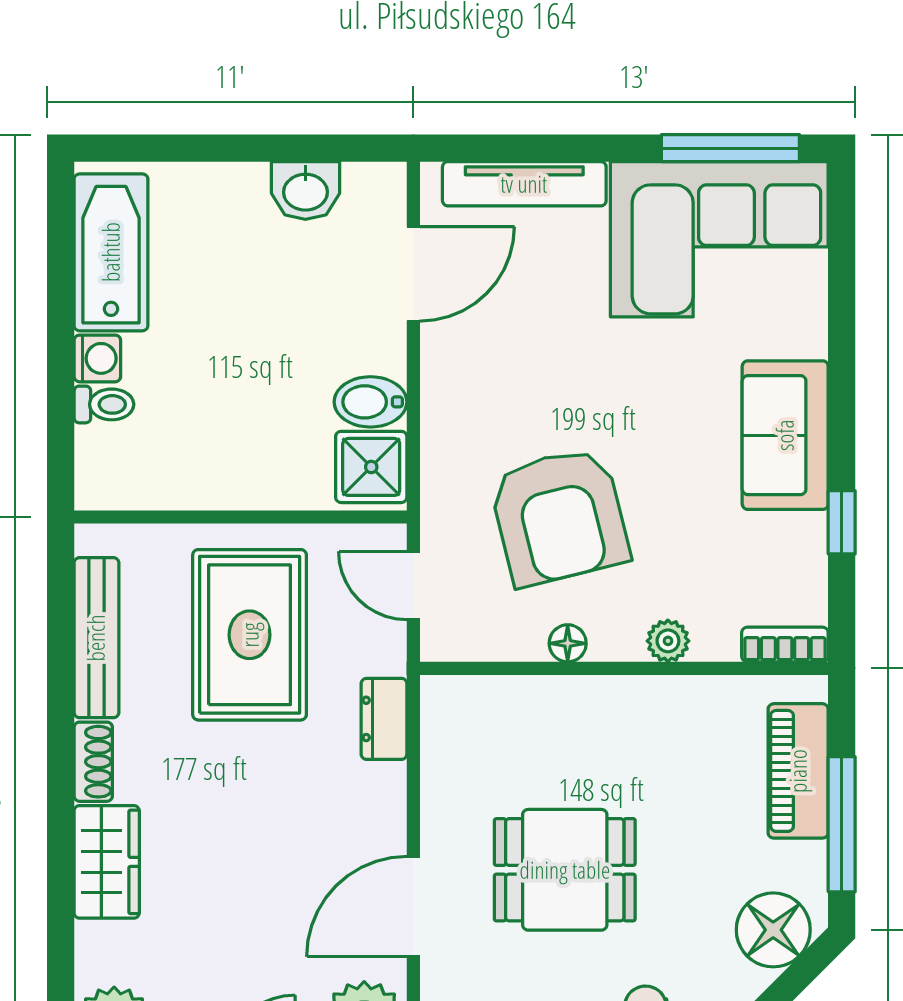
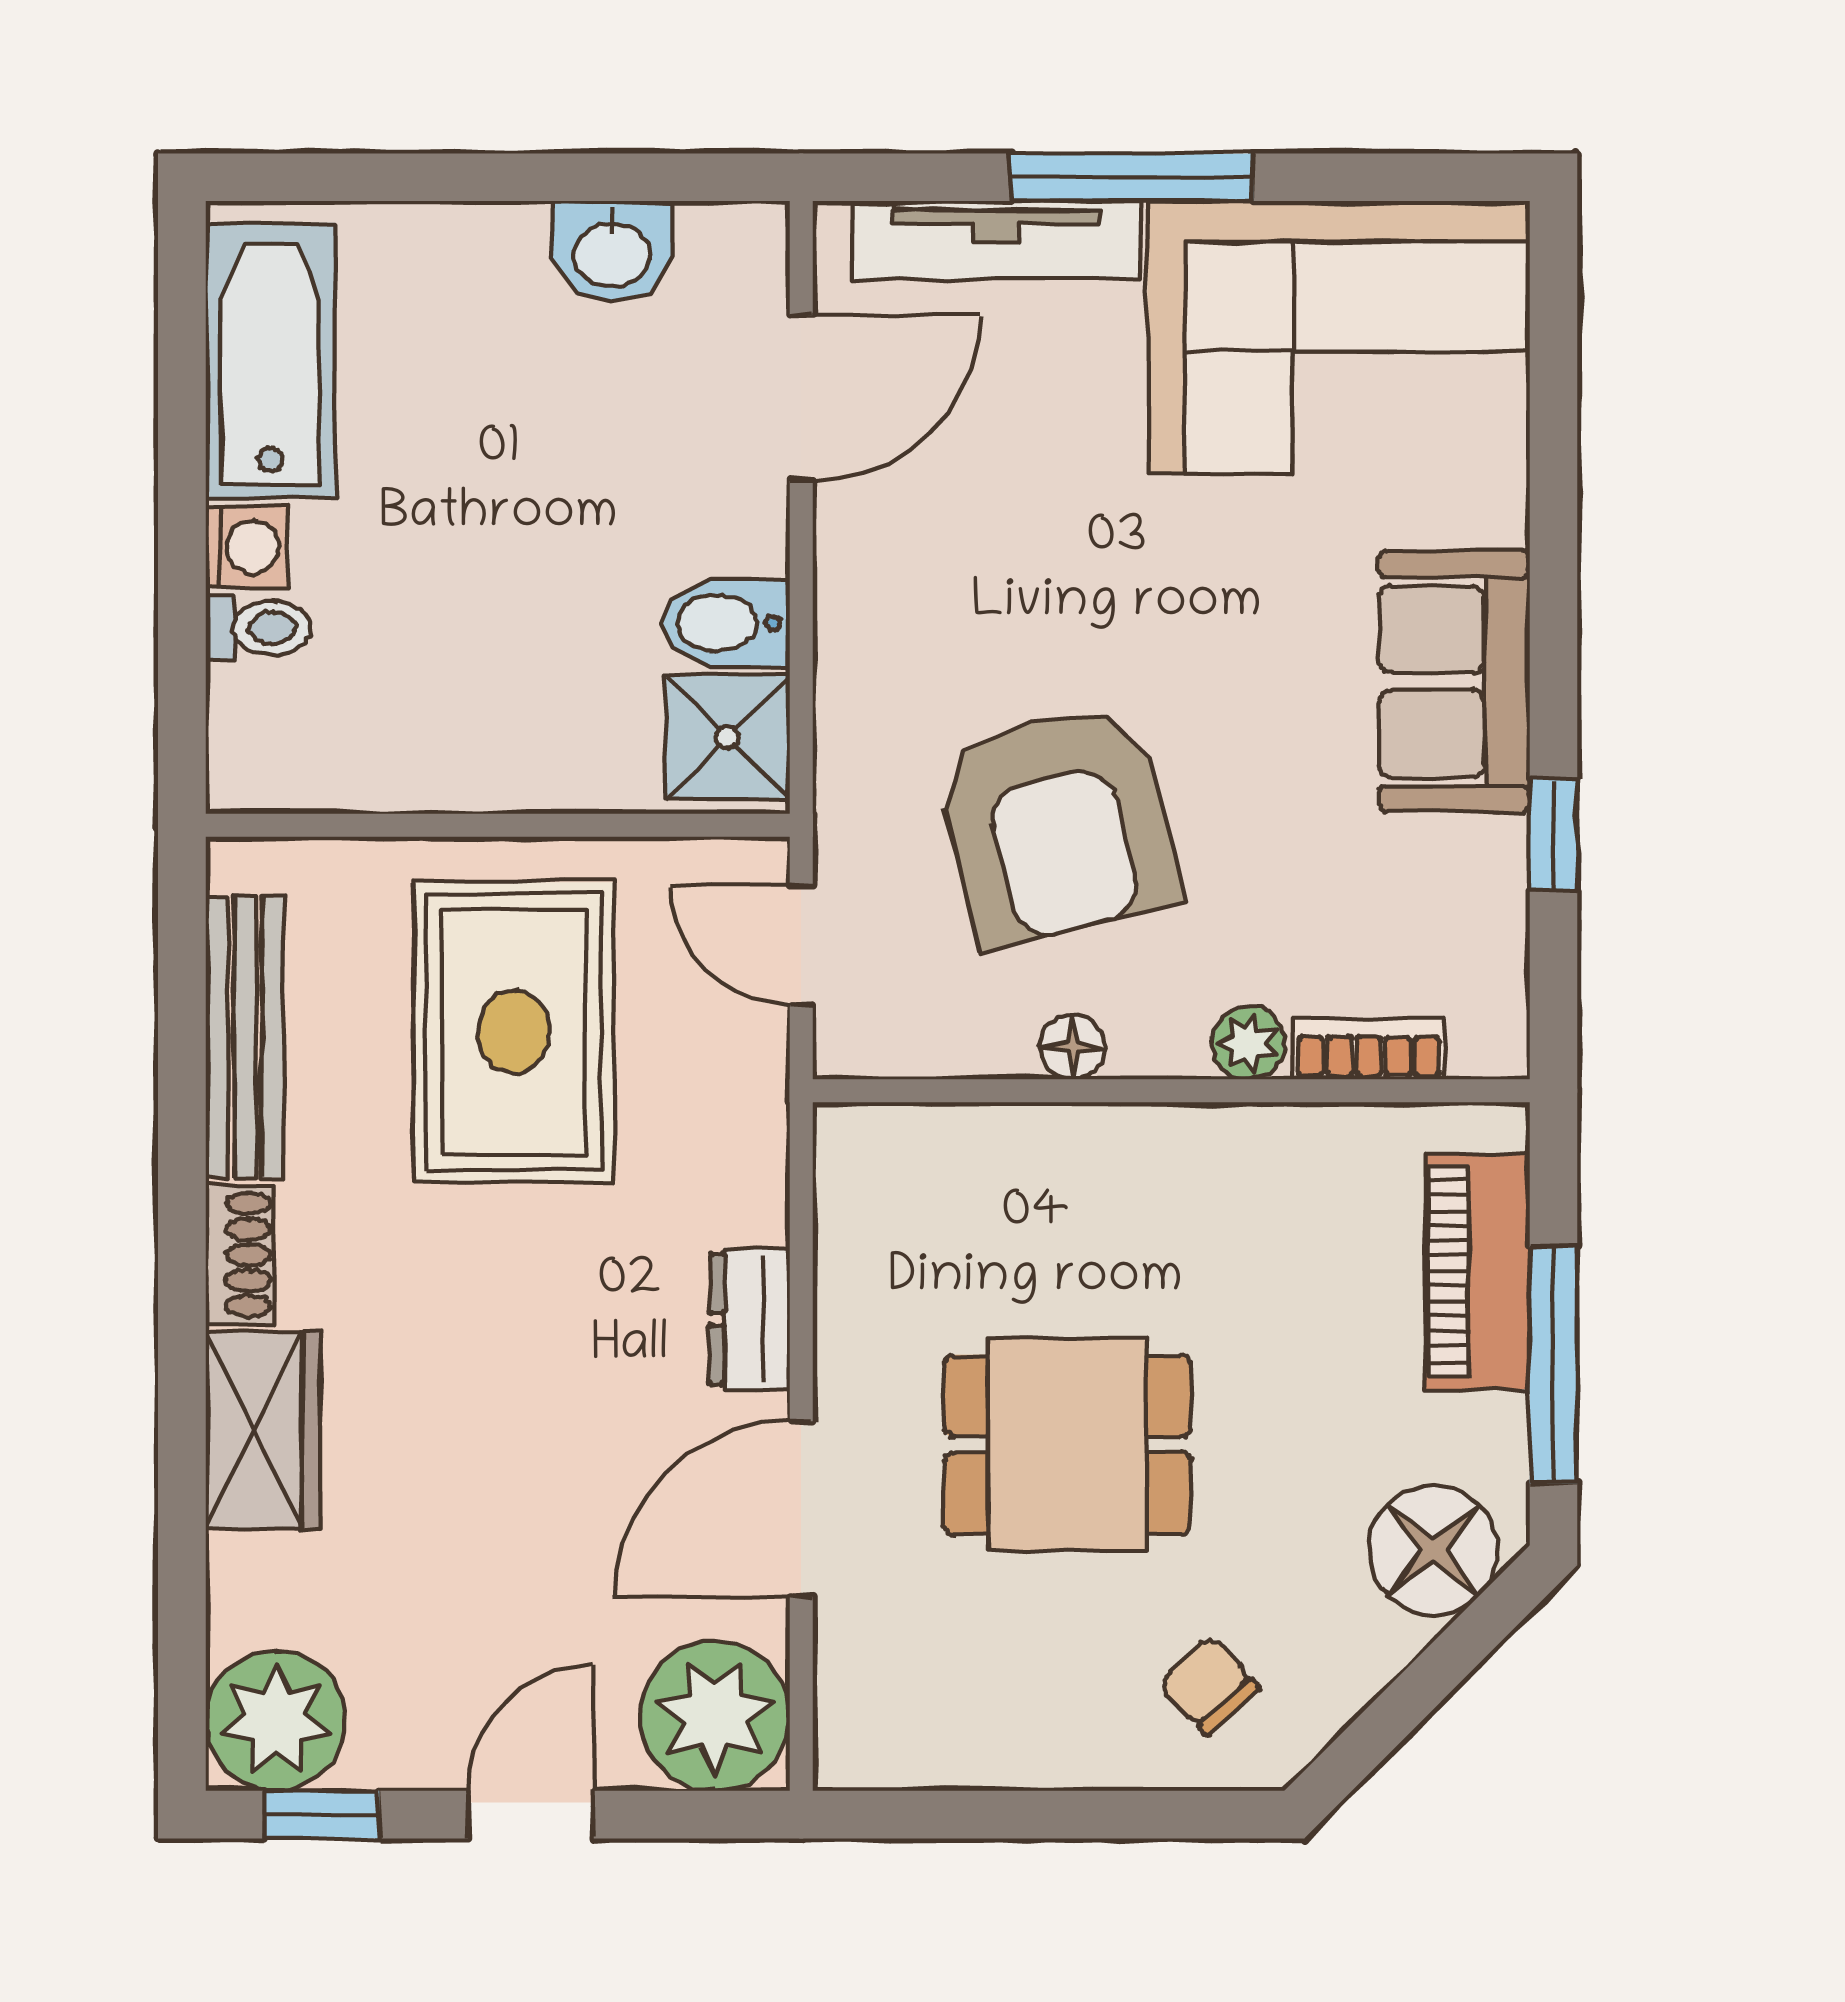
window: (730, 148) -> (1132, 177), moved
bookcase: (785, 644) -> (1369, 1049), moved
dresser: (384, 719) -> (750, 1319), moved

